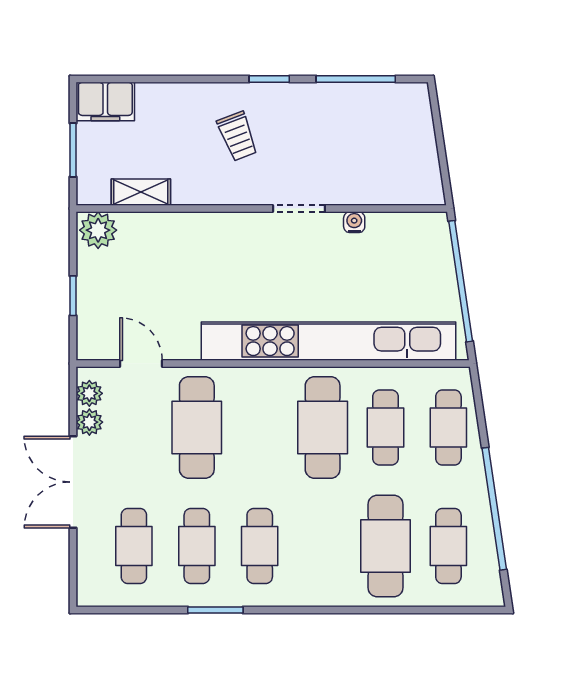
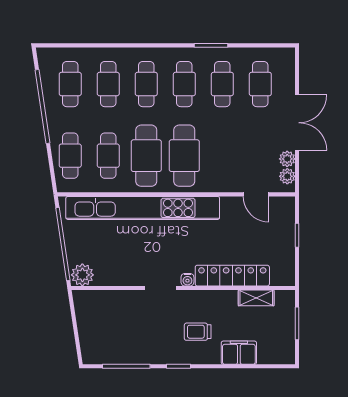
filing cabinet: (105, 102) -> (239, 353), moved
trolley: (237, 136) -> (198, 332), turned -69
water cooler: (354, 222) -> (187, 280), moved
locker: (180, 229) -> (232, 276), added
plant: (98, 230) -> (82, 275), moved
cafe table: (197, 427) -> (184, 156), moved
cafe table: (323, 546) -> (146, 84), added
cafe table: (386, 546) -> (108, 84), width x0.73, depth x0.74

